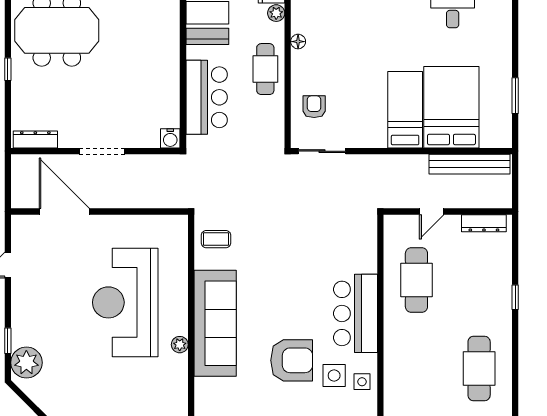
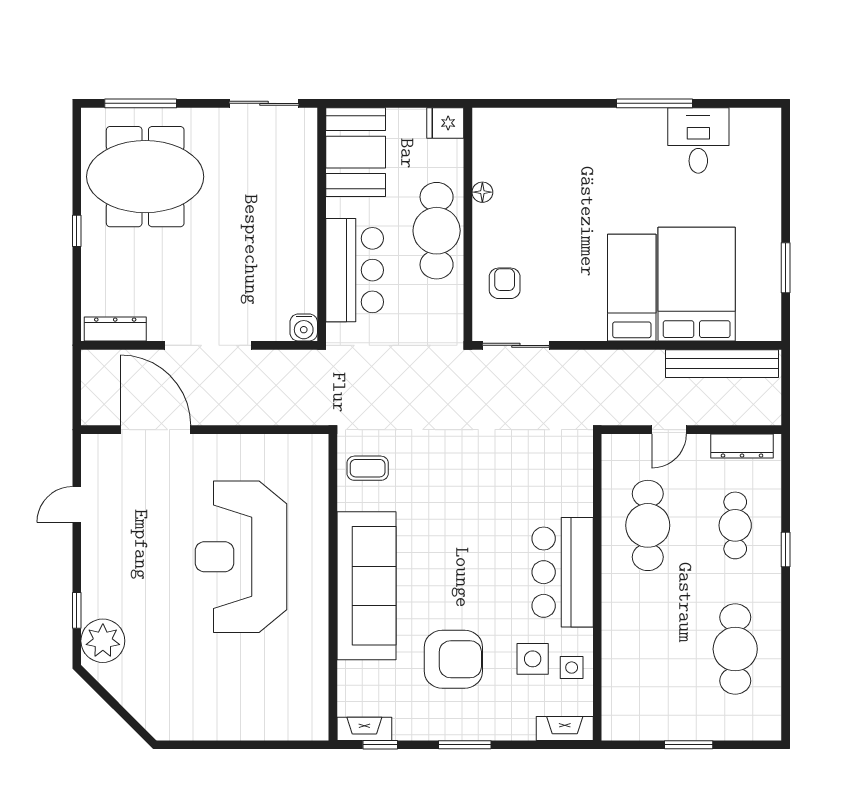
plant: (276, 13) -> (452, 153), removed
cafe table: (265, 69) -> (437, 231), width x1.37, depth x1.35
doorway: (102, 151) -> (208, 345), width x1.36
cafe table: (479, 280) -> (735, 525), added
plant: (180, 345) -> (317, 616), removed
armchair: (292, 360) -> (453, 659), moved

